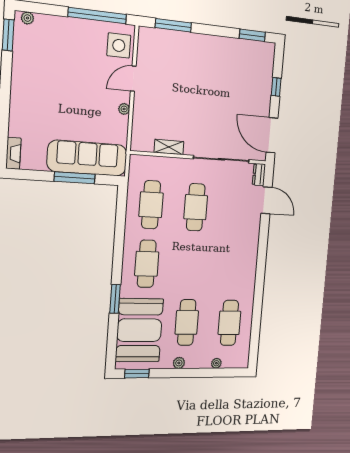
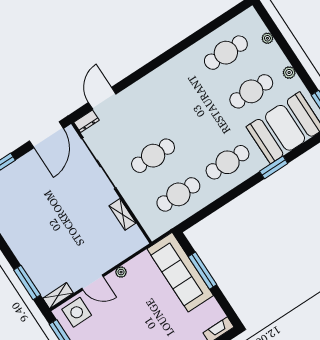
shelving: (144, 41) -> (58, 296), added

